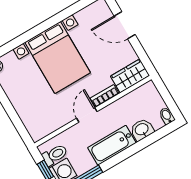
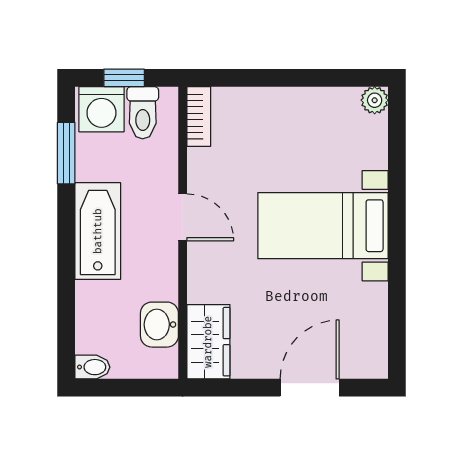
bed with nightstands: (58, 58) -> (323, 226), width x0.73
bookcase: (105, 96) -> (199, 116), moved
washbasin: (142, 130) -> (159, 325), moved, turned 180

